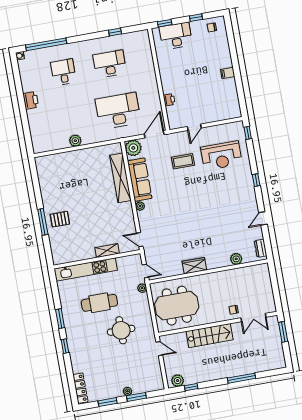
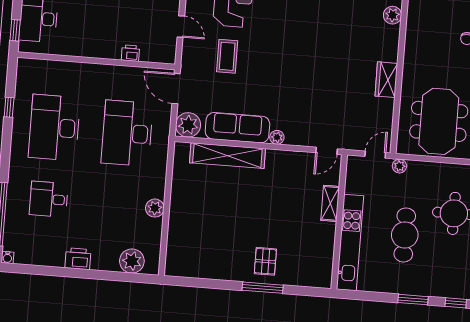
desk: (110, 64) -> (54, 128), width x1.36, depth x1.30
plant: (38, 135) -> (132, 261), added

